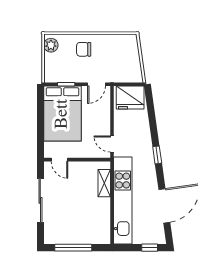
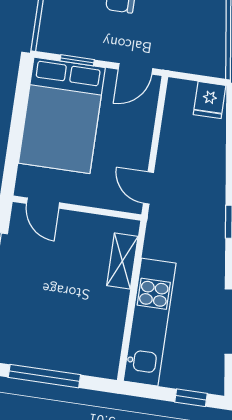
fridge: (130, 98) -> (210, 100), width x0.53, depth x0.75
kitchen unit: (123, 201) -> (150, 322), width x0.73

